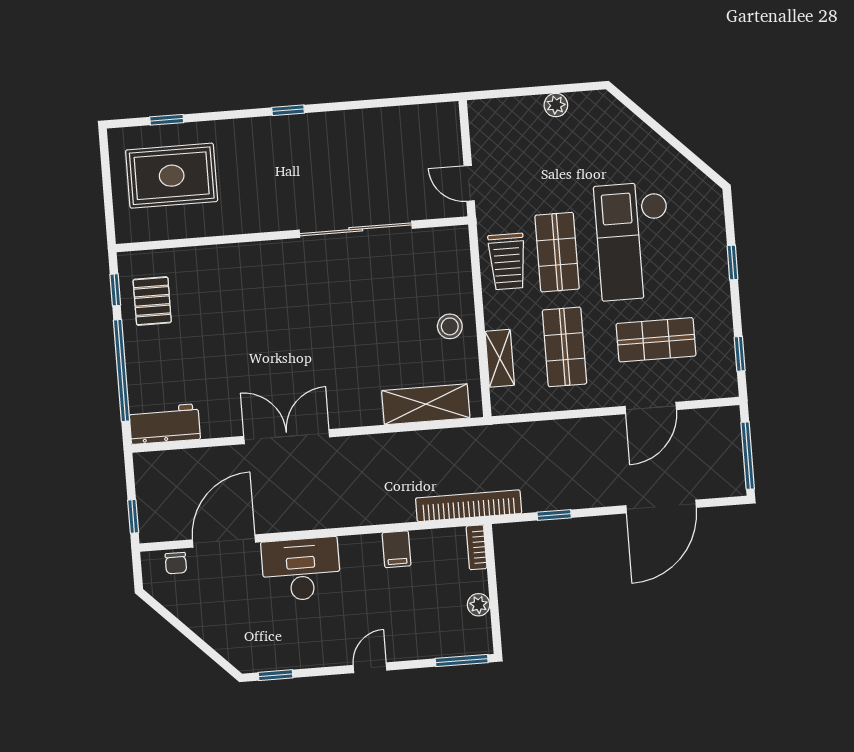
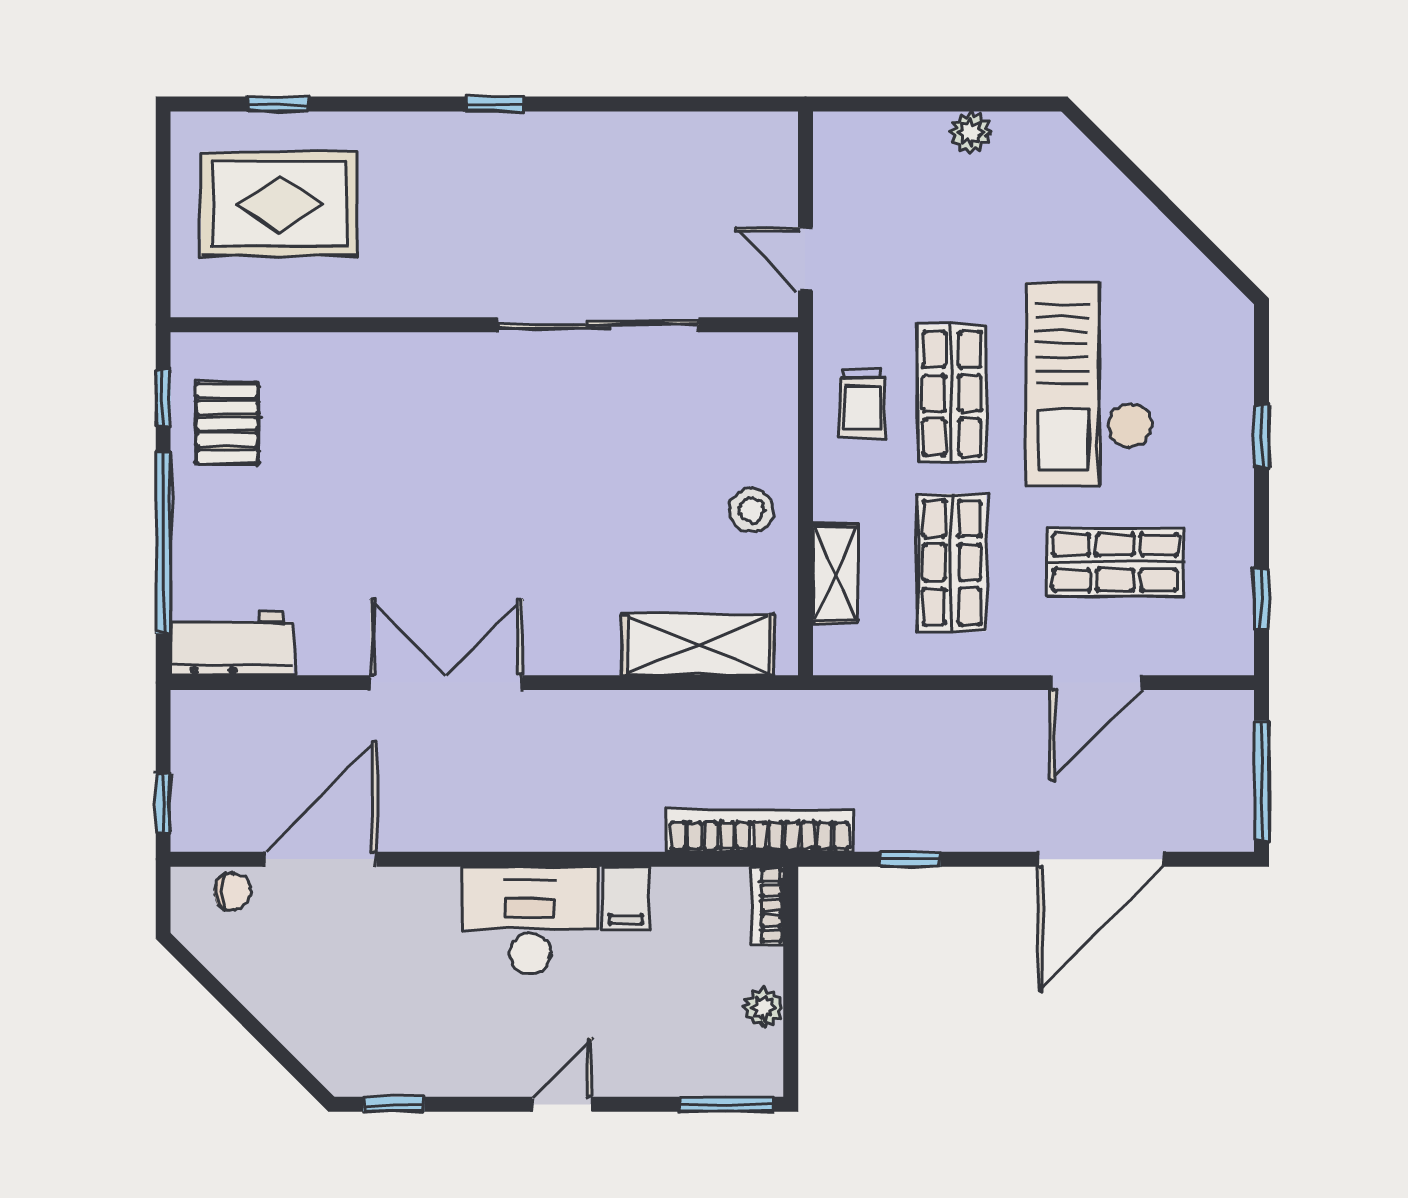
trolley: (507, 261) -> (862, 403), width x0.73, depth x0.72
chair: (176, 563) -> (232, 892), turned -90
desk: (301, 569) -> (530, 920), moved

